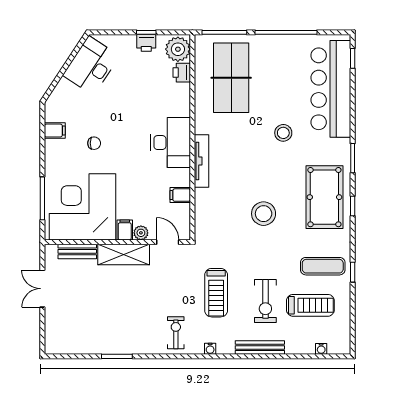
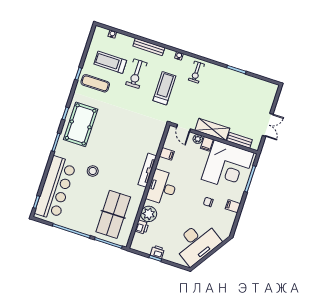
plant: (178, 49) -> (149, 214), moved
desk: (91, 66) -> (197, 243), width x1.36, depth x1.30
filing cabinet: (55, 131) -> (233, 206), moved
stool: (264, 214) -> (120, 126), removed
exercise bike: (265, 301) -> (136, 74), turned 180

